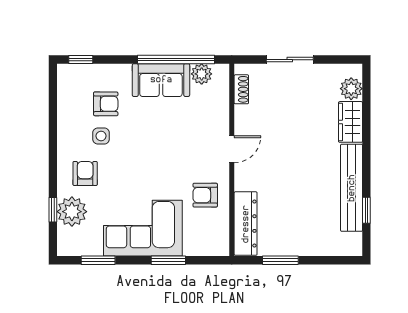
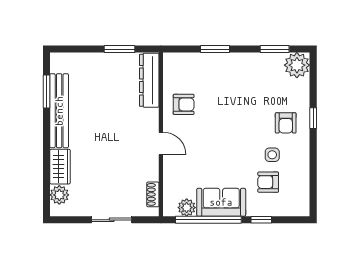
window: (81, 60) -> (261, 220), moved
door: (232, 149) -> (161, 143), swing flipped
window: (53, 210) -> (313, 118), moved
window: (366, 210) -> (46, 92), width x1.50
plant: (72, 212) -> (297, 65), moved
corner sofa: (143, 228) -> (237, 76), removed

